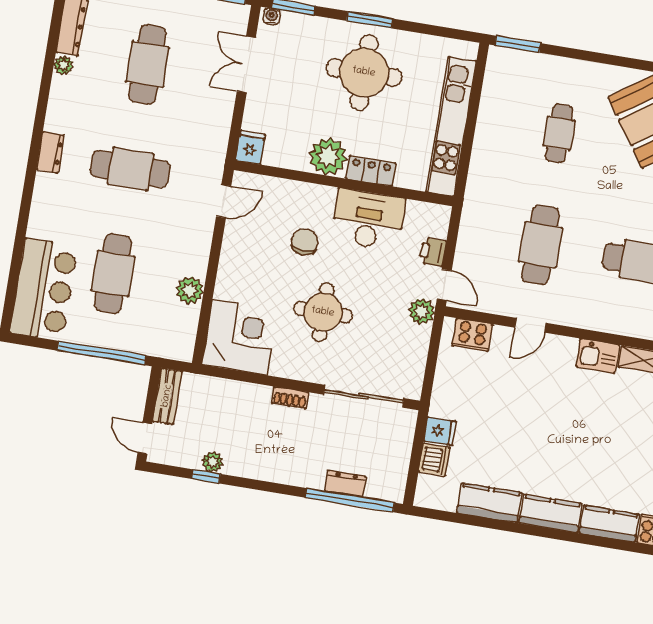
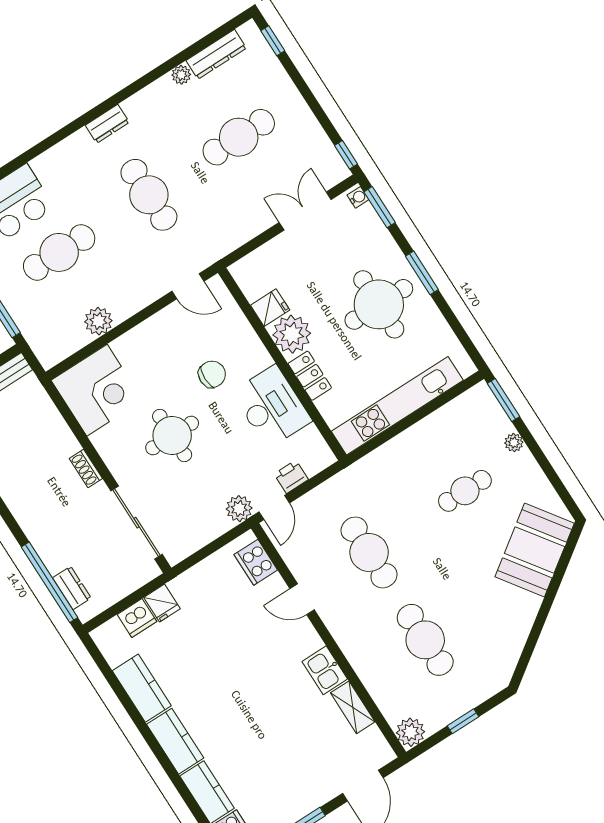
plant: (556, 65) -> (514, 443), added
fridge: (250, 148) -> (270, 308), moved
cafe table: (540, 245) -> (369, 552), turned 90
dresser: (345, 484) -> (72, 588), moved

